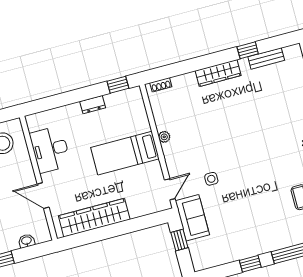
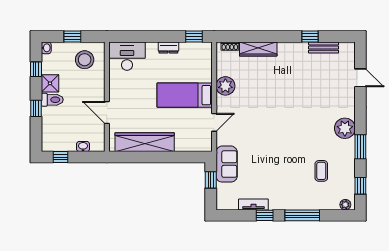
wardrobe: (218, 73) -> (258, 49), moved
plant: (164, 137) -> (225, 86), width x1.88, depth x1.88
desk: (50, 149) -> (127, 56), moved, turned 90
side table: (211, 179) -> (251, 136), removed
door: (170, 189) -> (214, 122), moved
tv unit: (234, 255) -> (253, 204), added

